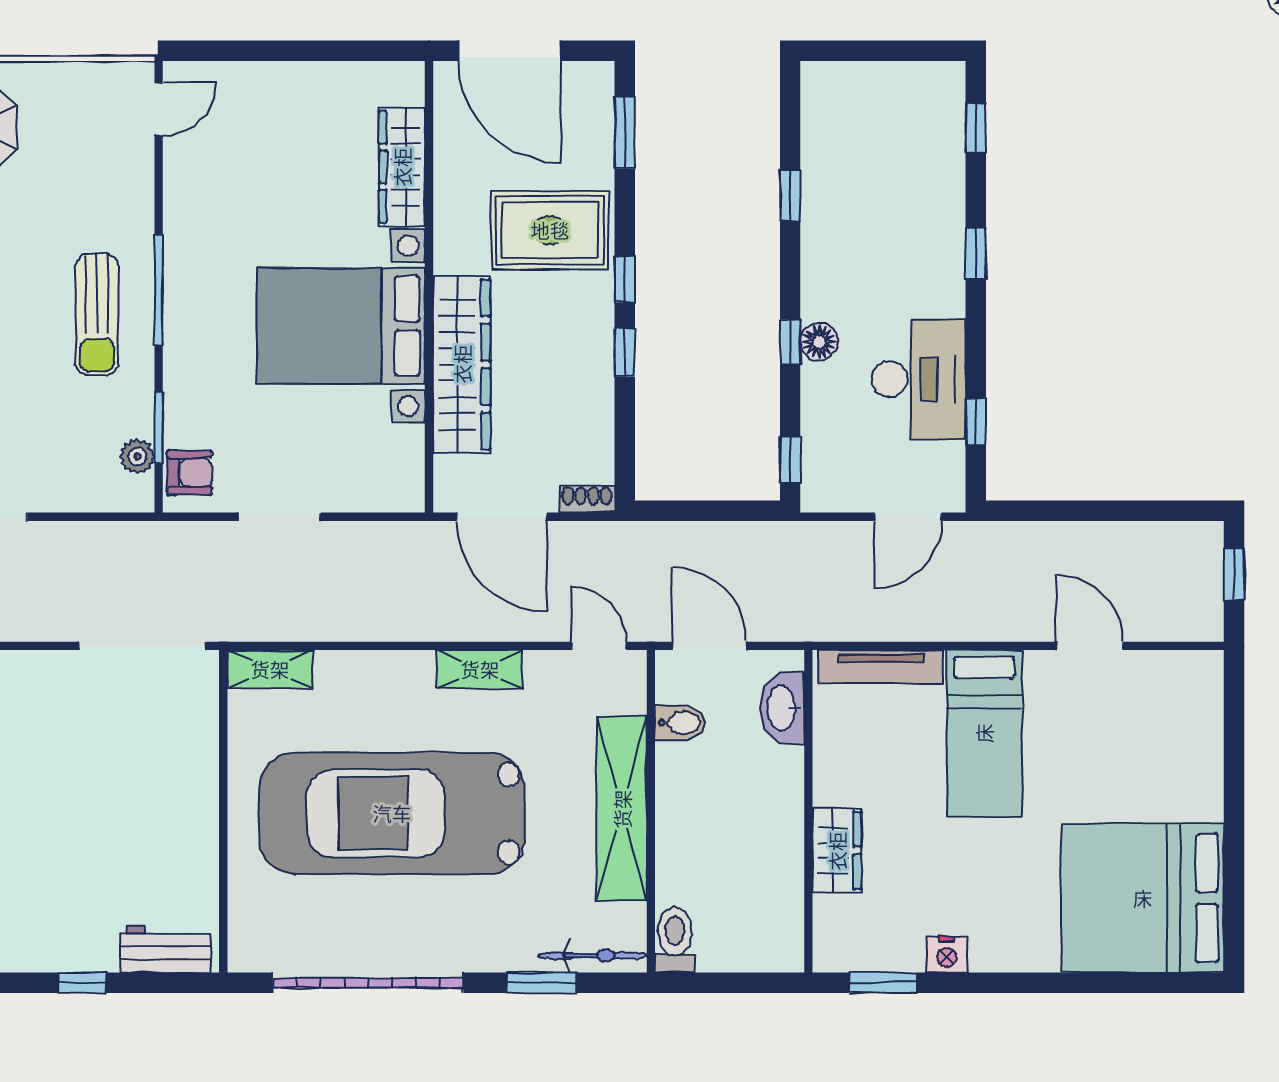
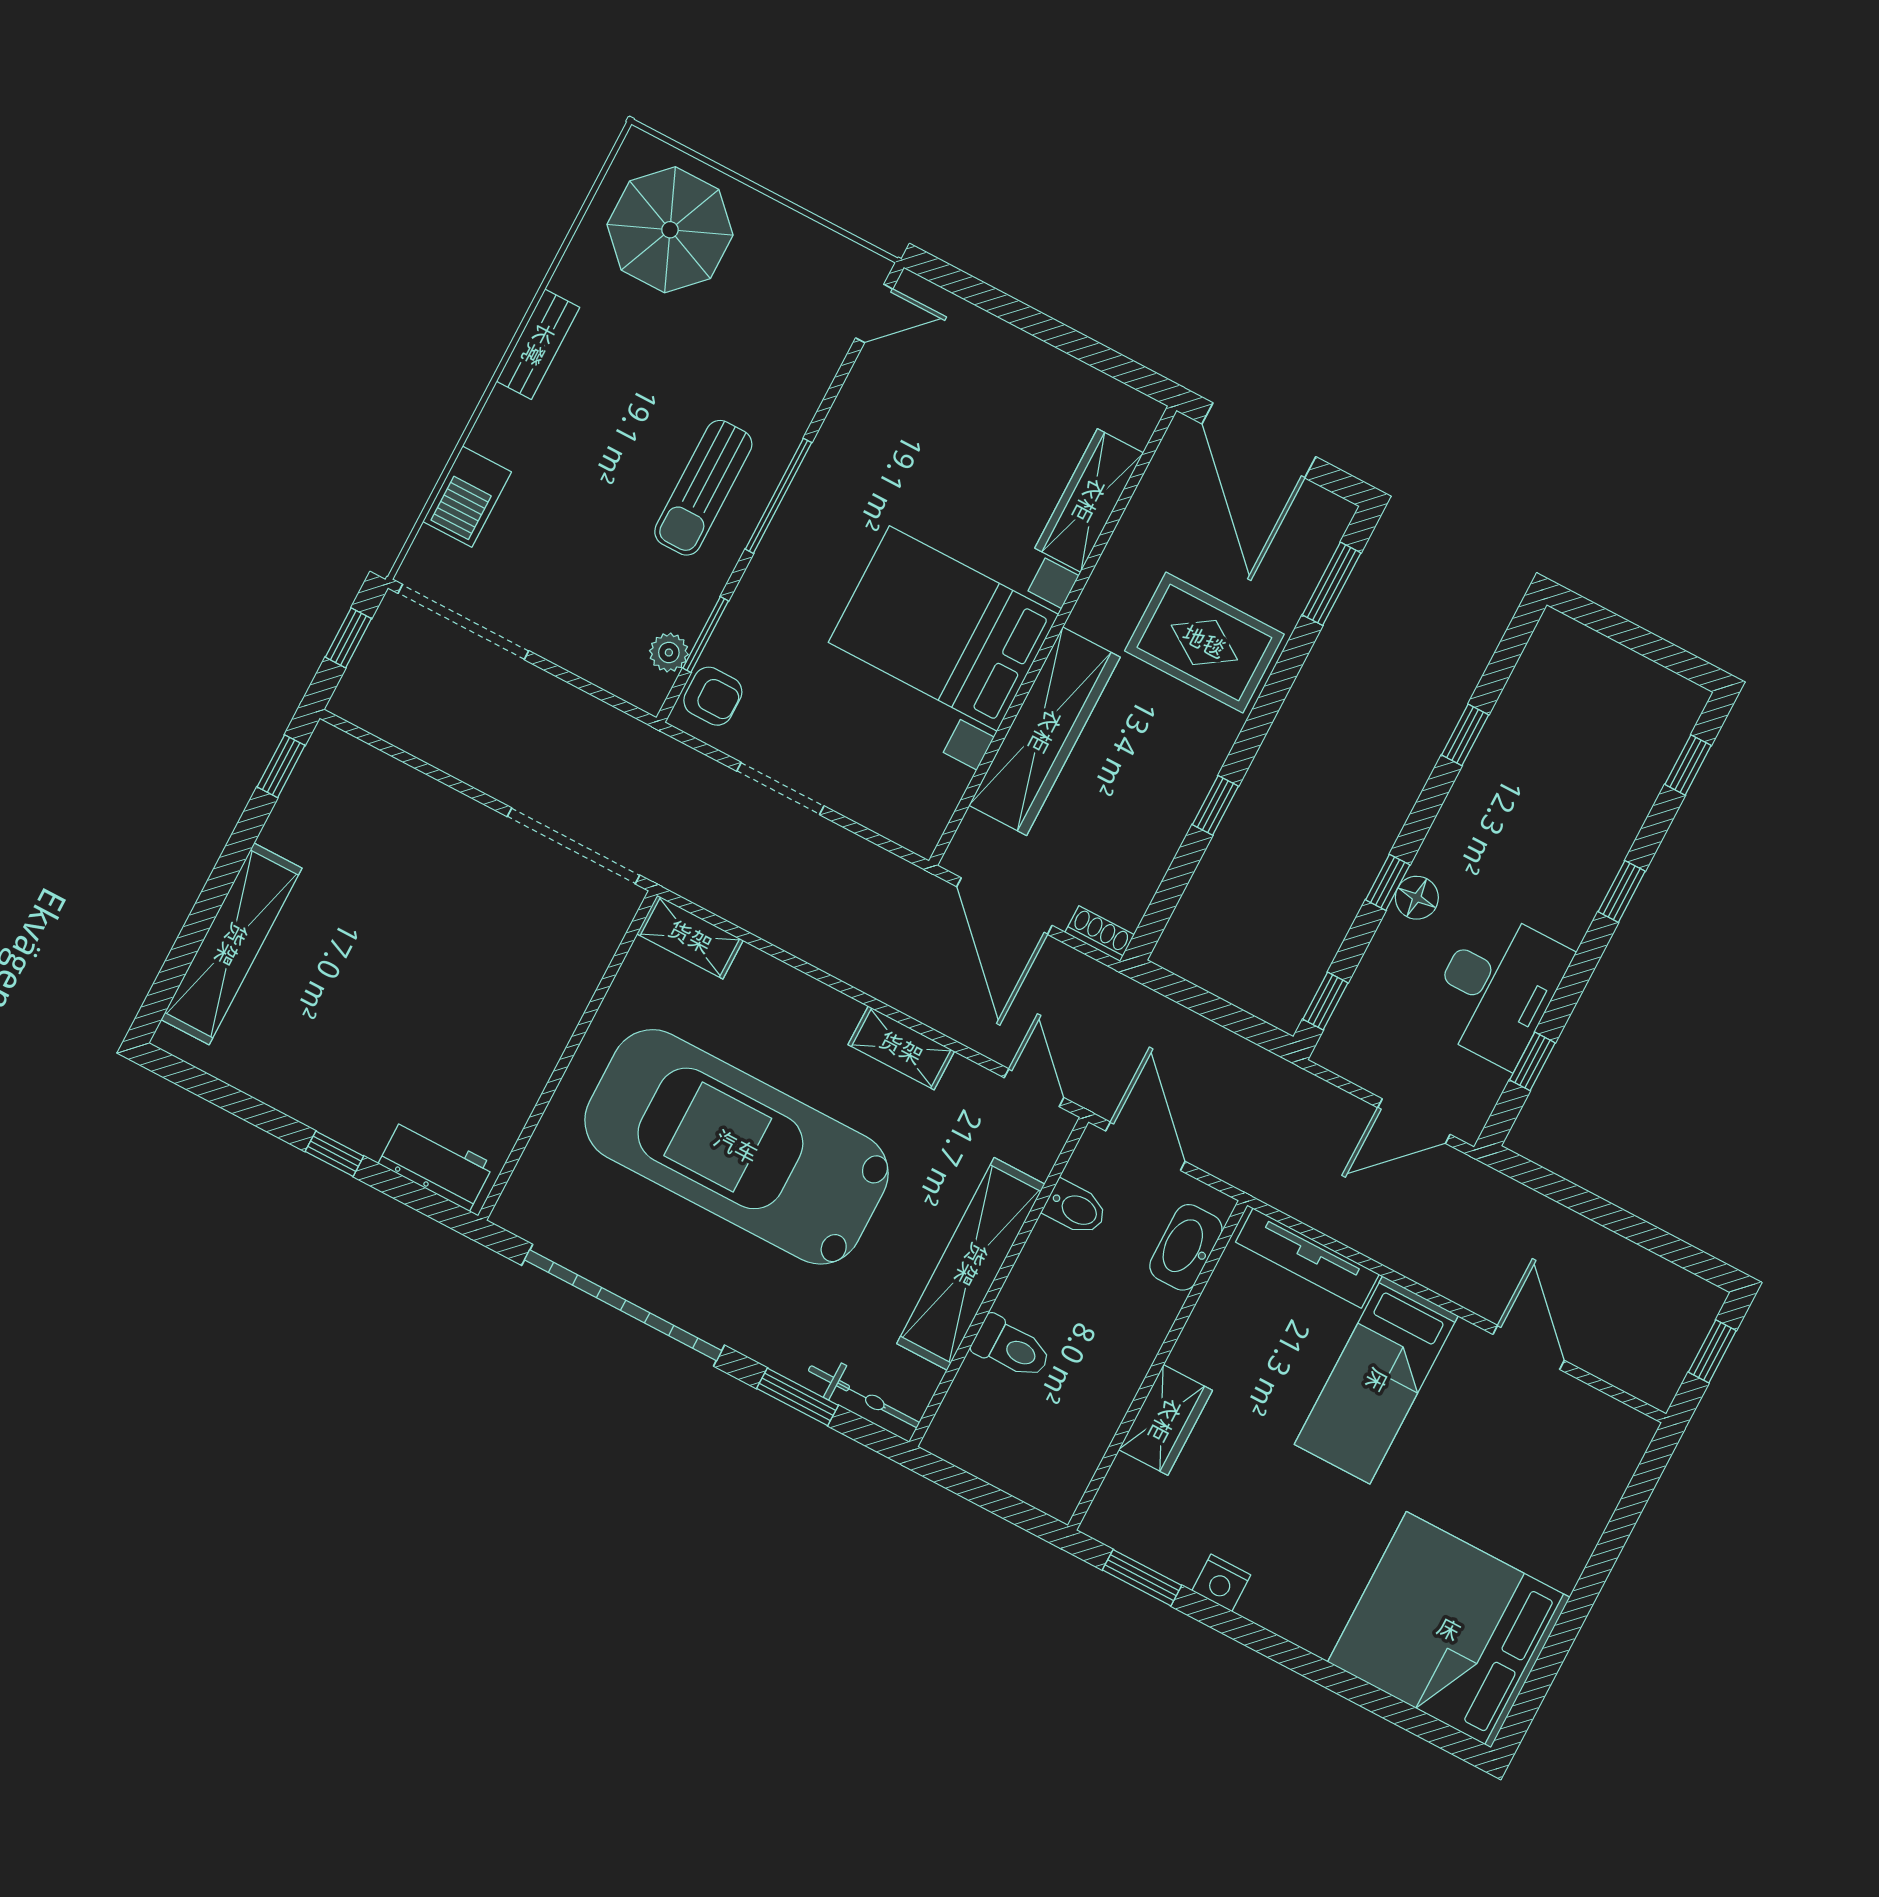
window: (625, 279) -> (1254, 732), removed
toilet: (675, 940) -> (1012, 1348), moved, turned 90

